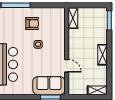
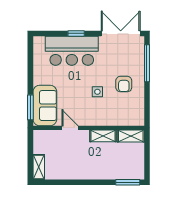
shelving: (103, 55) -> (103, 136), moved
door: (67, 66) -> (70, 128), swing flipped

